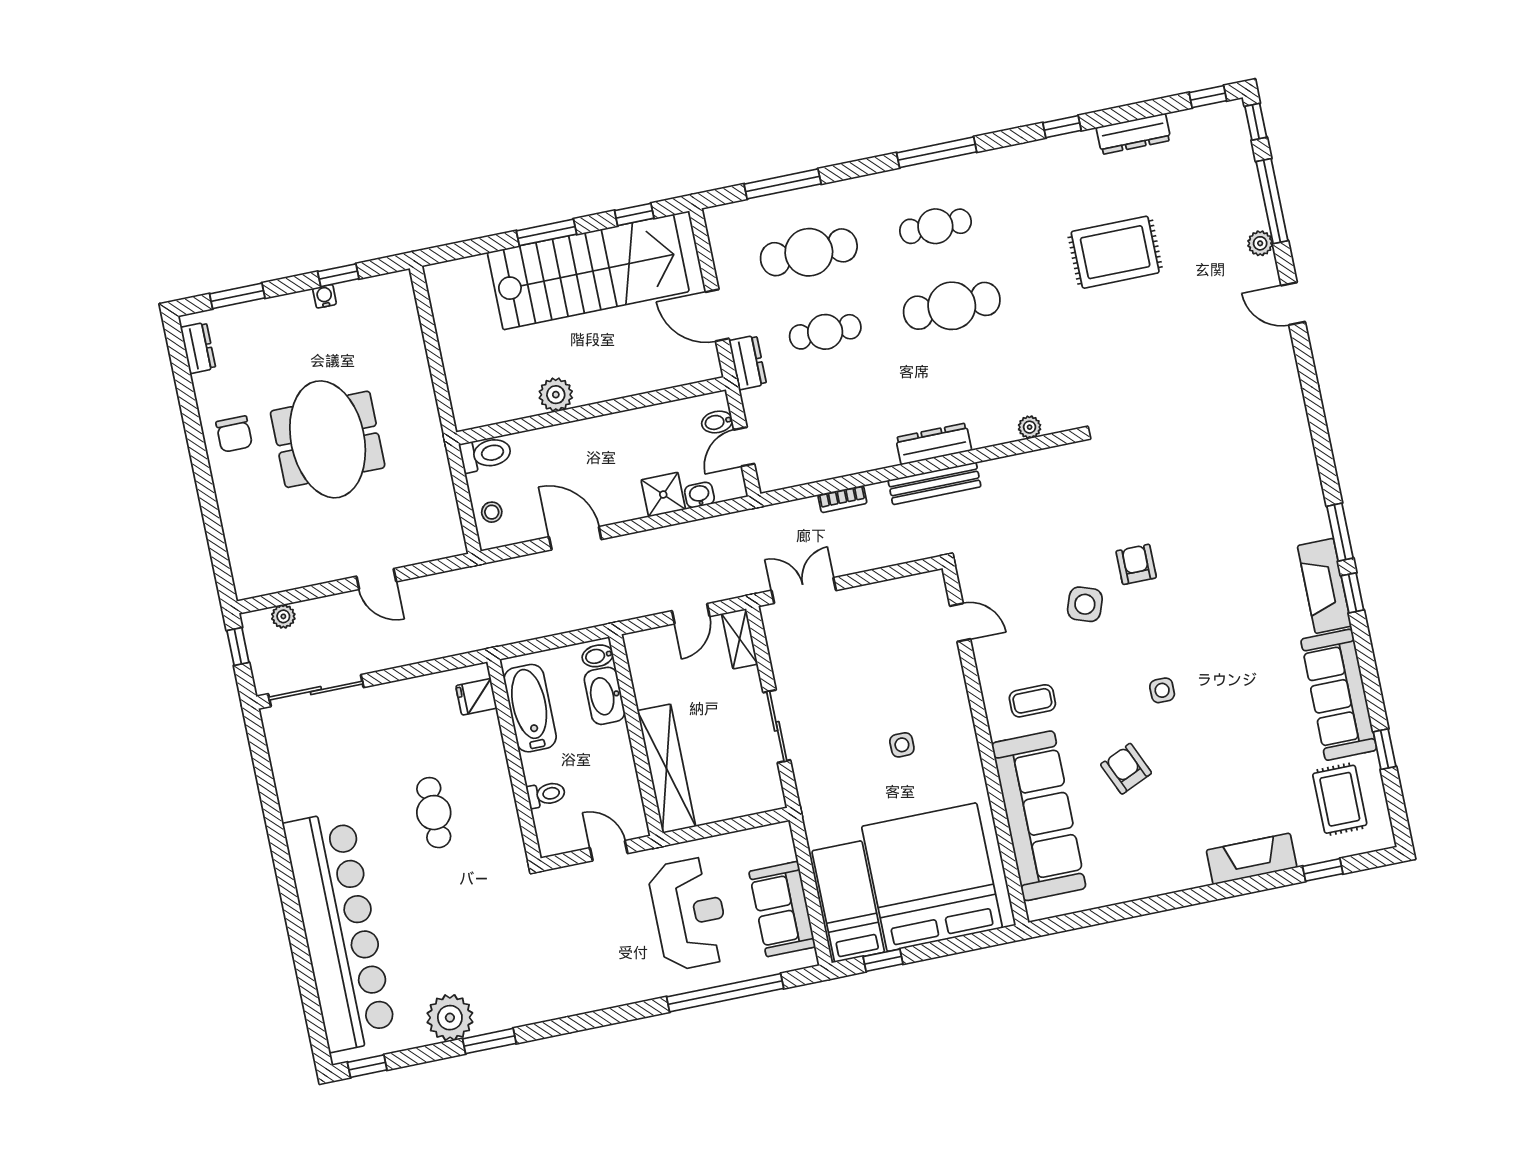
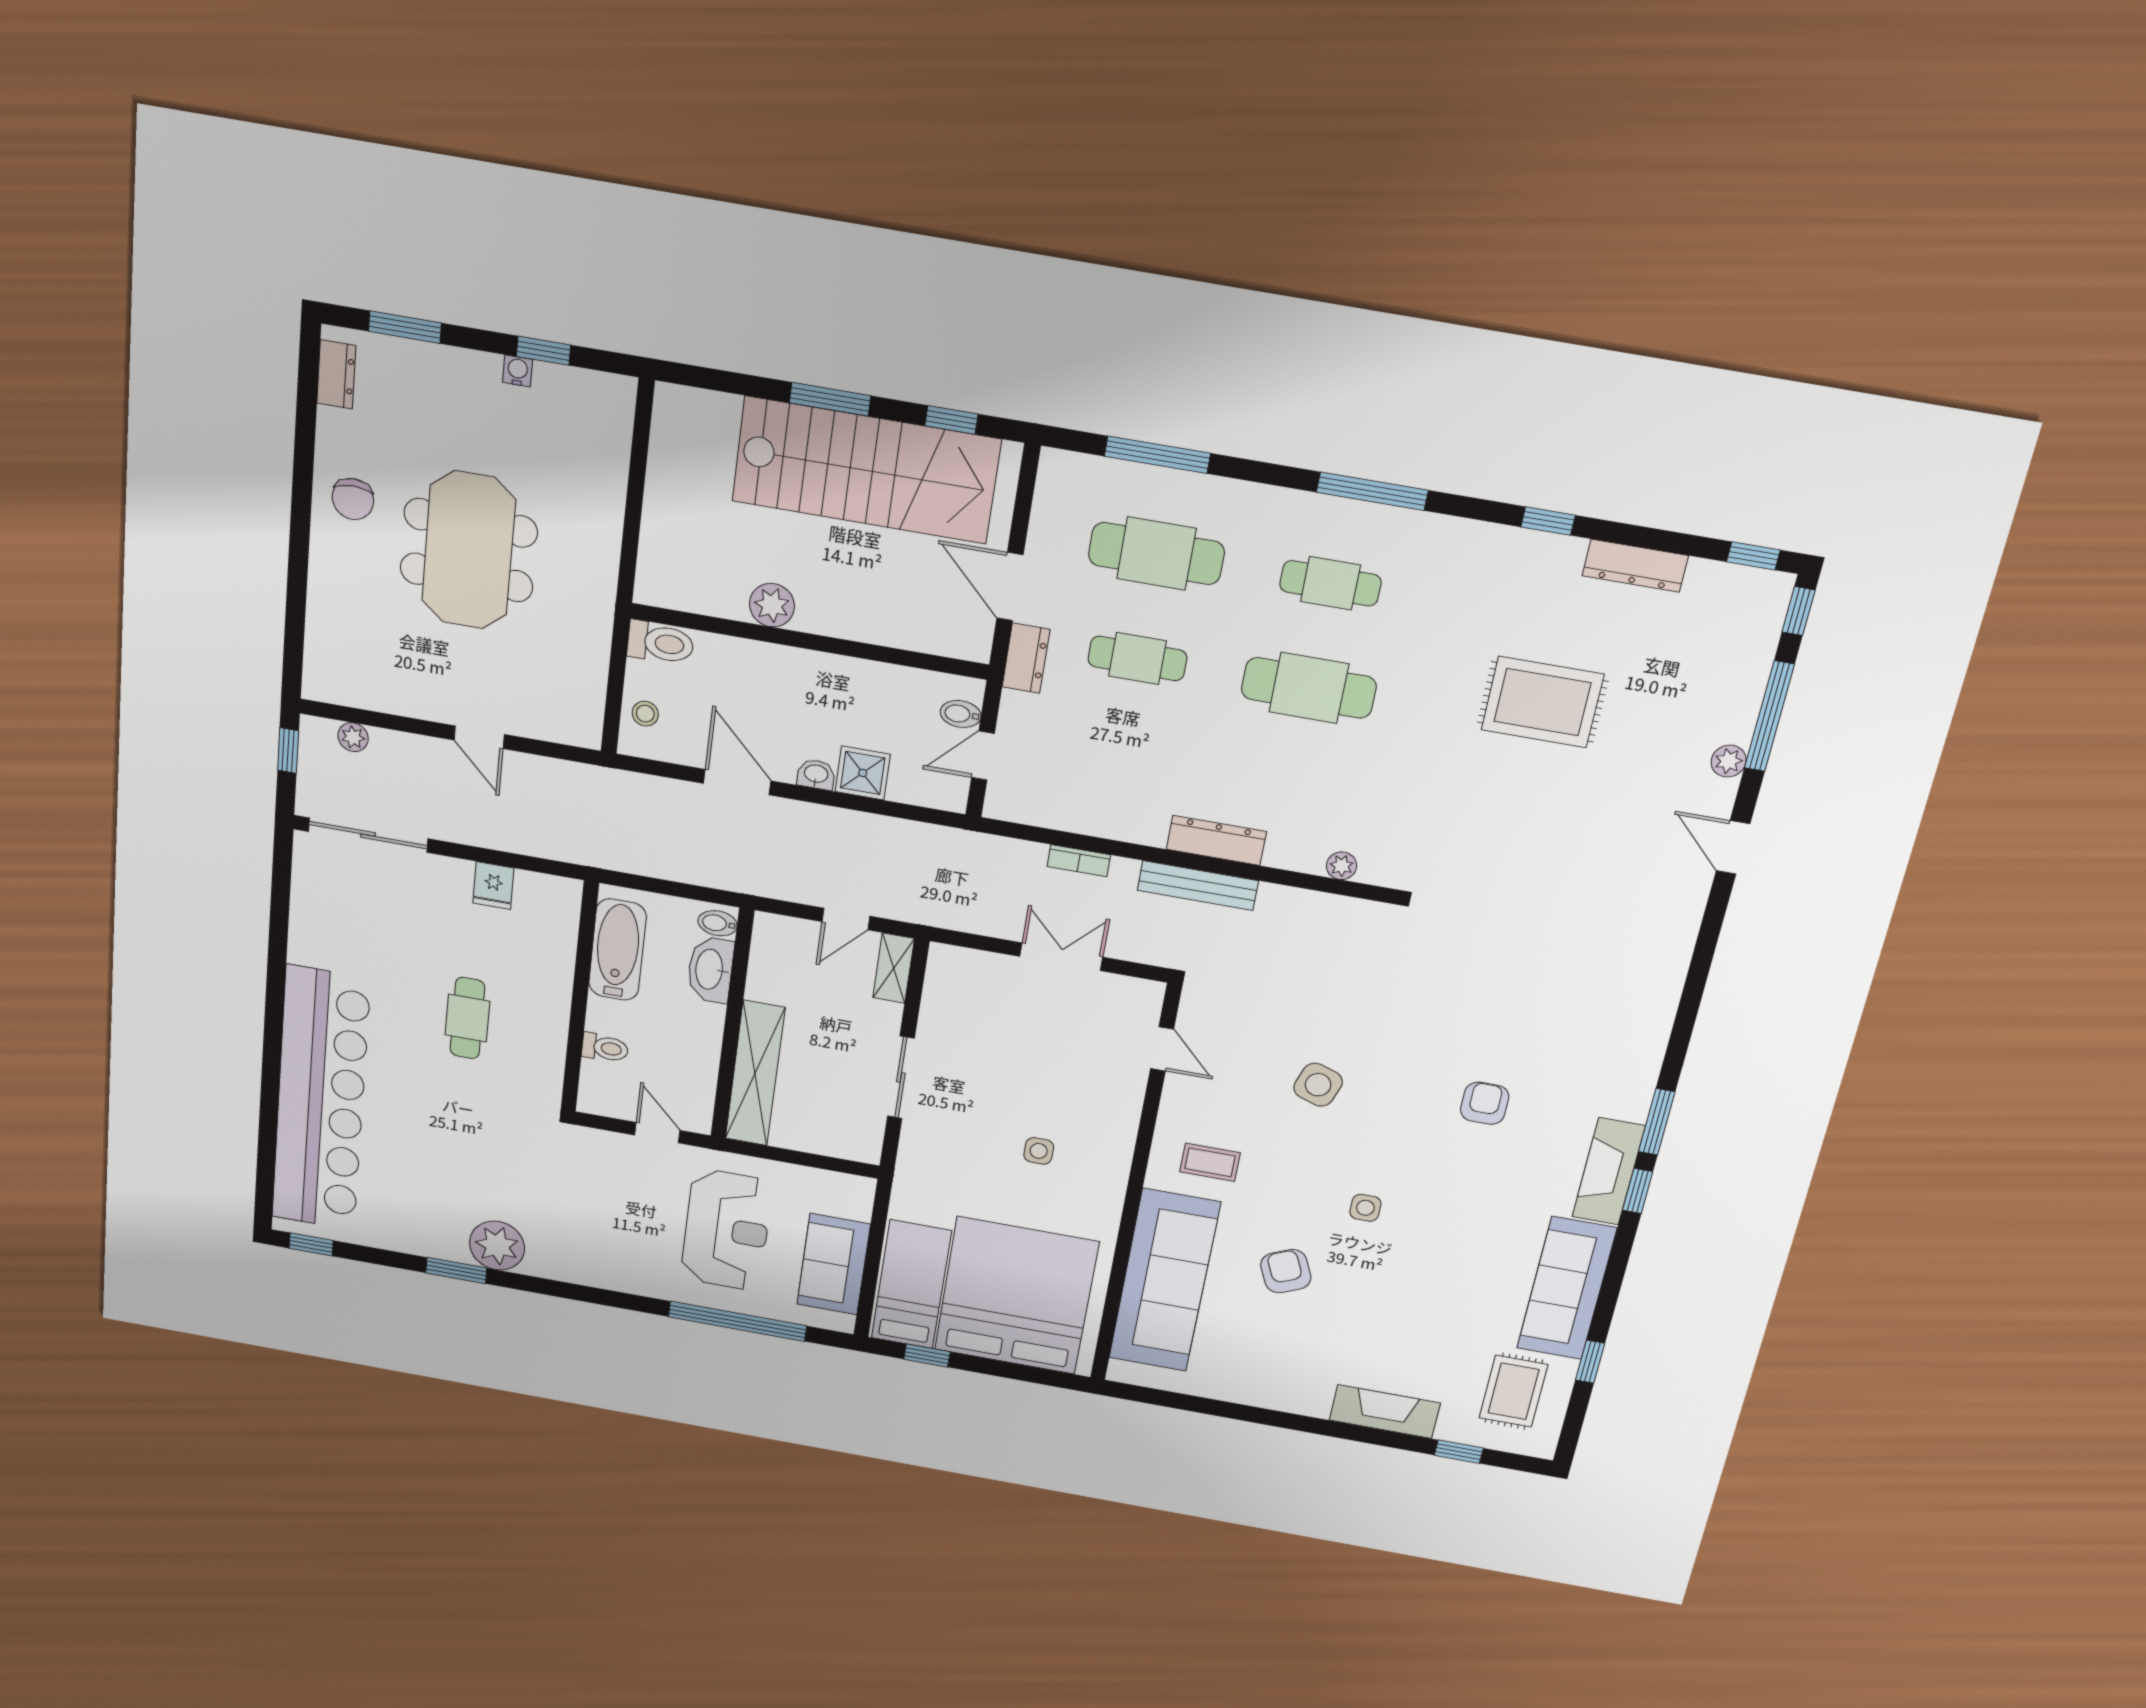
washbasin: (699, 495) -> (816, 774), moved
armchair: (1136, 564) -> (1485, 1103), moved
double door: (804, 590) -> (1061, 957), moved
fridge: (476, 697) -> (493, 886), moved, turned -90
plant: (450, 1018) -> (497, 1246), moved

